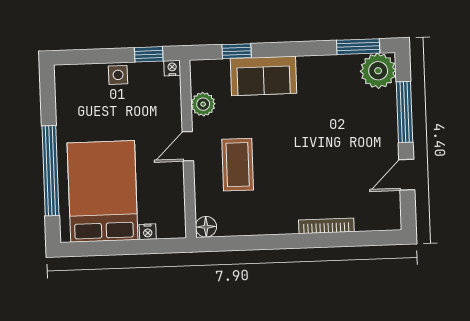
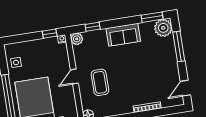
side table: (118, 75) -> (16, 62), moved
sofa: (263, 76) -> (123, 35), moved
plant: (203, 104) -> (77, 39), moved
door: (407, 175) -> (185, 88), moved

